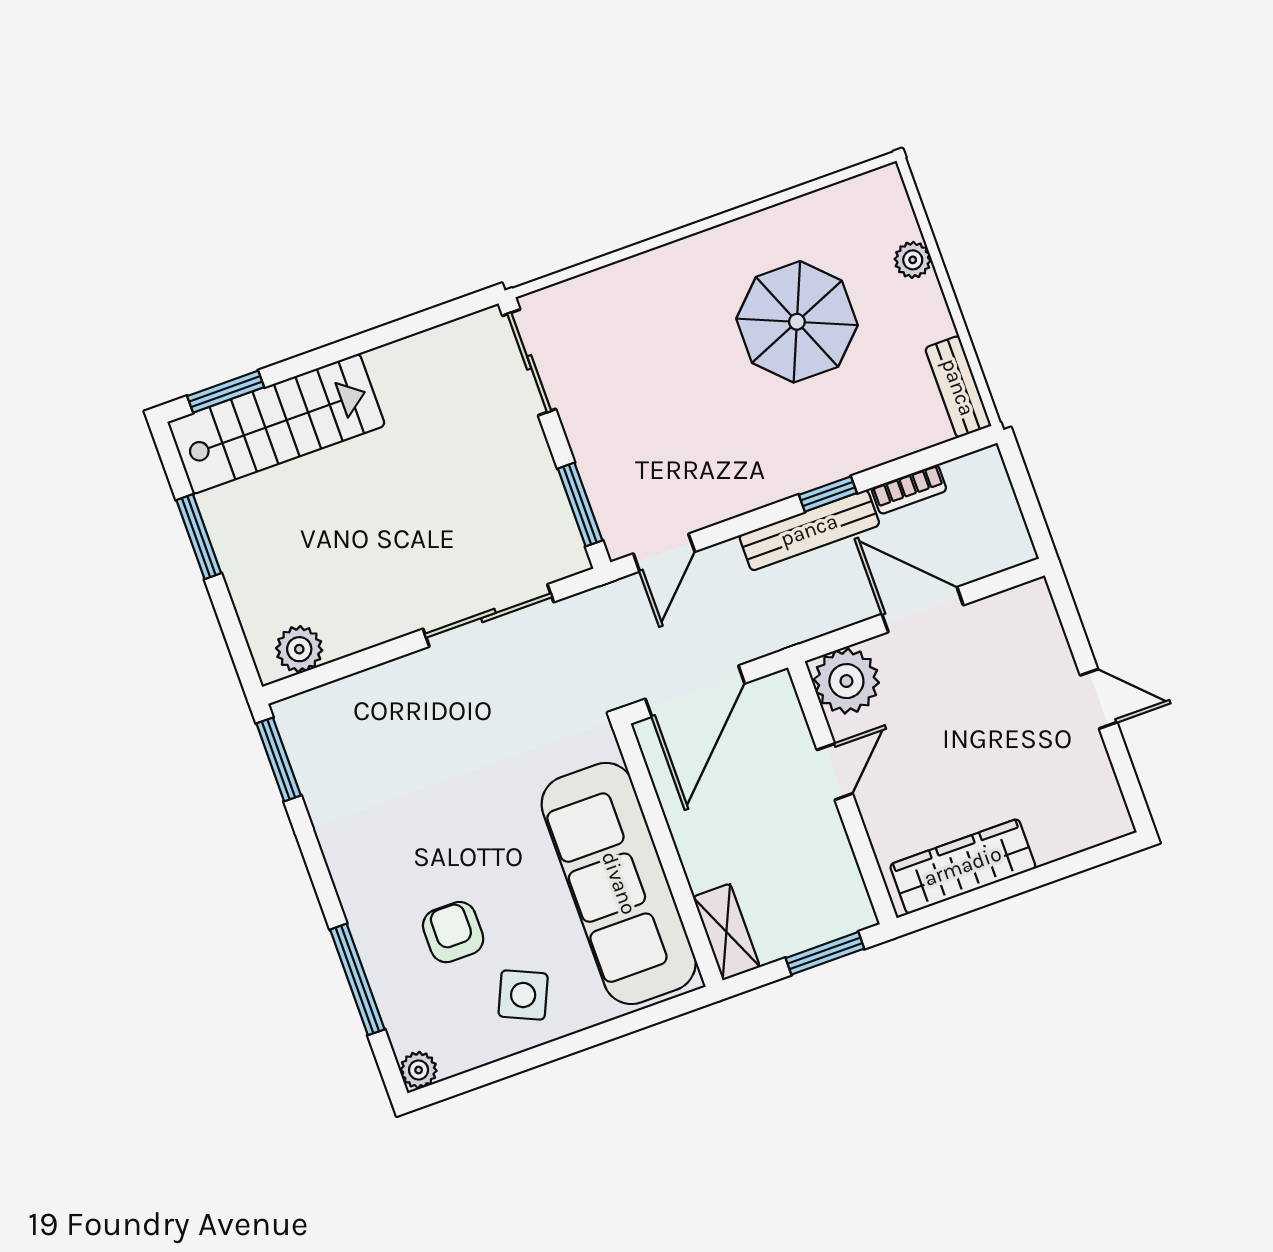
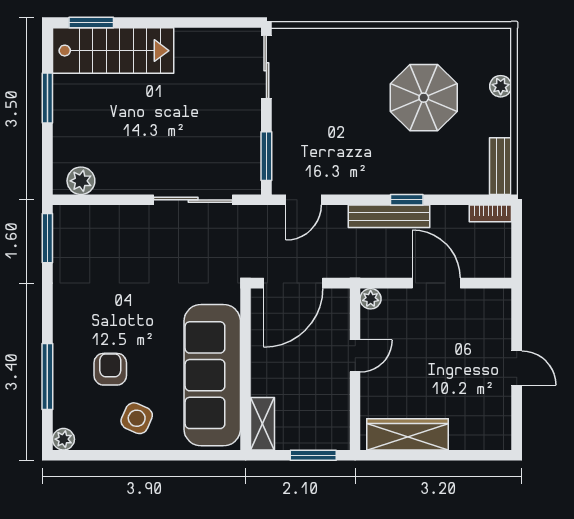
bookcase: (909, 489) -> (490, 213), moved
plant: (846, 681) -> (371, 299), width x0.53, depth x0.53

